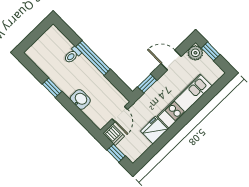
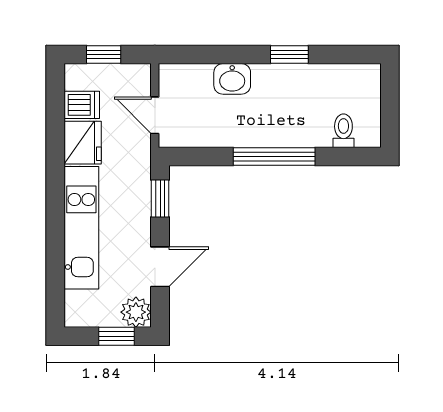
toilet: (72, 55) -> (343, 131), moved
dishwasher: (114, 135) -> (82, 105), moved, turned 180

